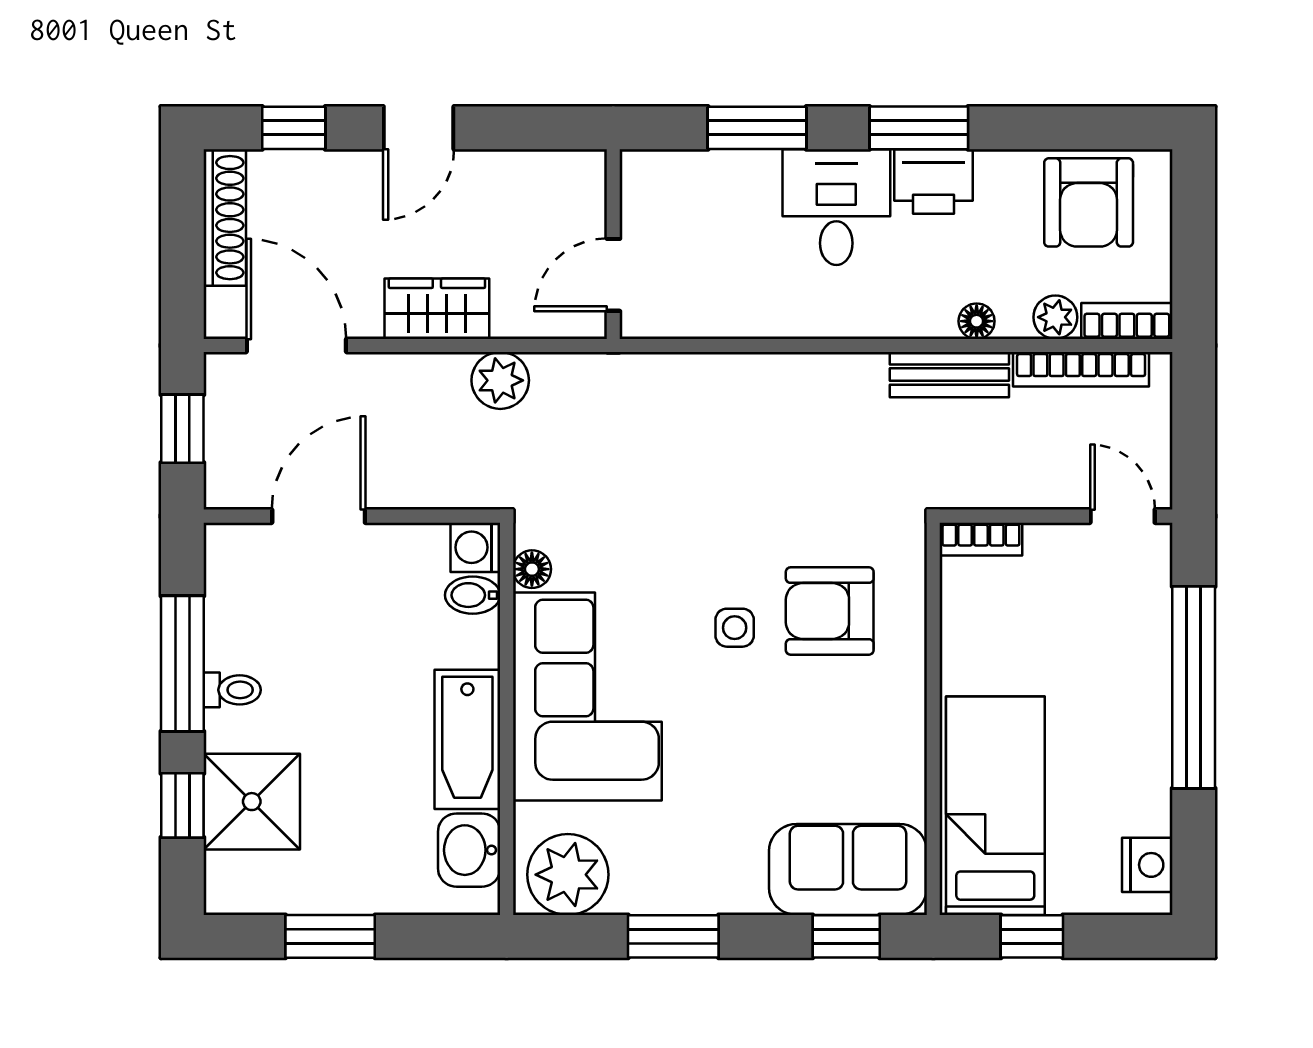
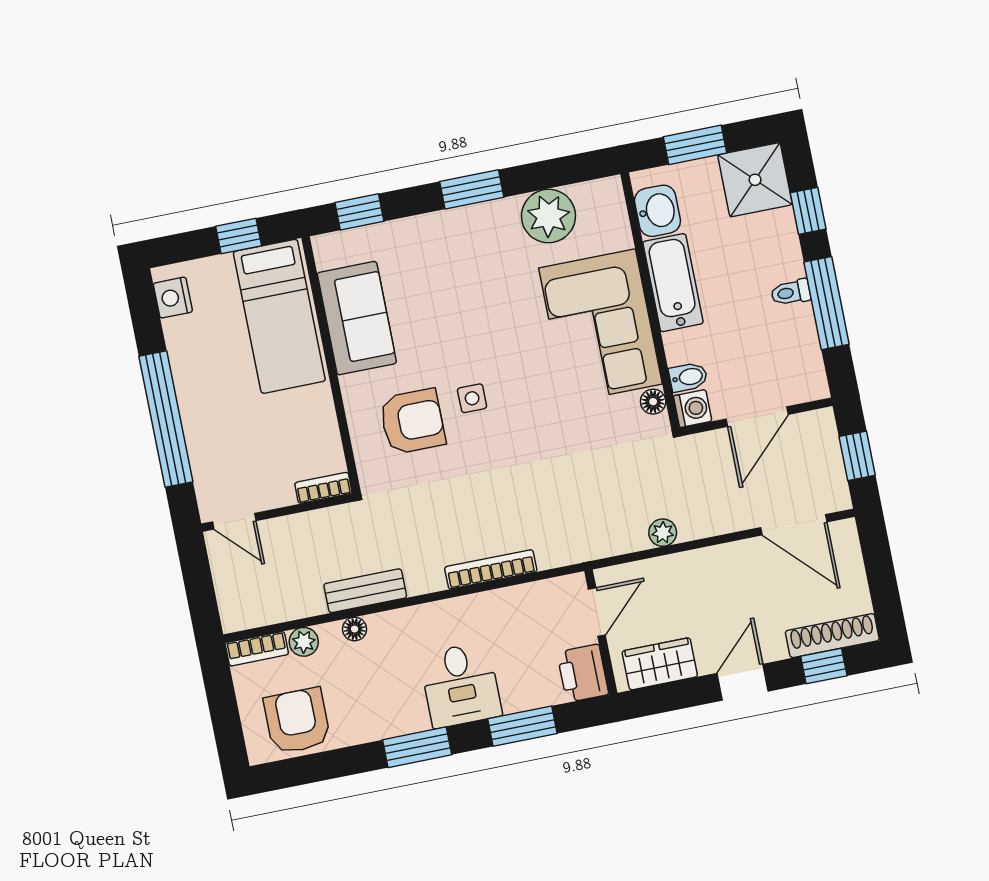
printer: (933, 182) -> (583, 673), moved, turned -90
shoe rack: (225, 218) -> (832, 636), moved, turned 90
wardrobe: (437, 309) -> (660, 664), moved, turned 180
bookcase: (1081, 369) -> (491, 569), moved
plant: (500, 380) -> (663, 533), width x0.73, depth x0.73
washing machine: (475, 547) -> (693, 409), moved
floor lamp: (532, 569) -> (653, 402), moved
bidet: (473, 595) -> (688, 377), moved
corner sofa: (587, 697) -> (601, 326), moved
wall: (507, 719) -> (650, 301), moved
bathtub: (467, 739) -> (673, 283), moved
shower: (252, 802) -> (755, 180), moved
washbasin: (469, 850) -> (657, 211), moved
sofa: (848, 869) -> (357, 318), moved, turned -90

